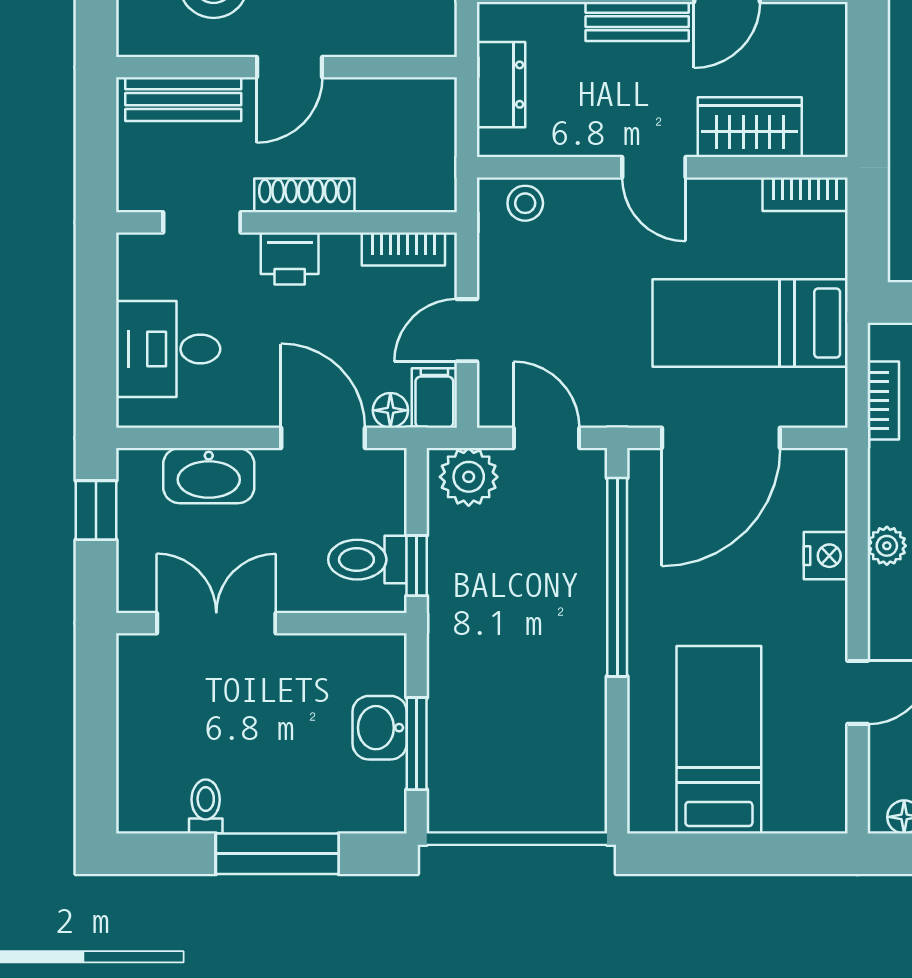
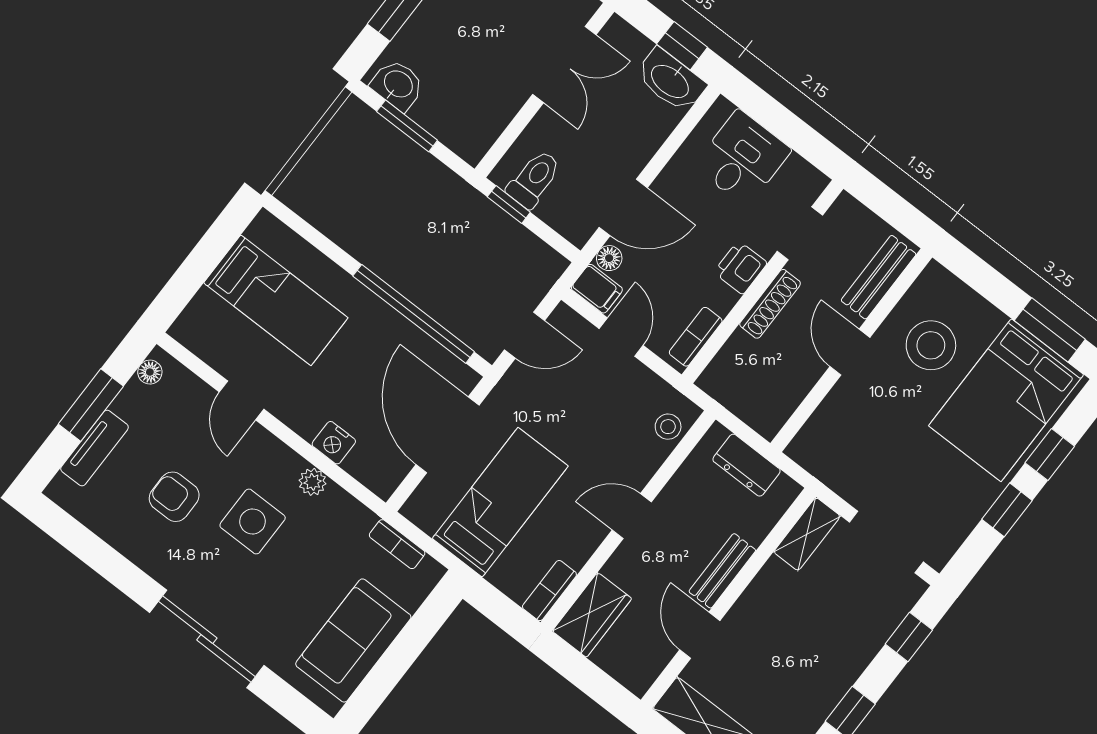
wardrobe: (750, 127) -> (592, 615), moved
washbasin: (209, 476) -> (671, 81), moved, turned -90
plant: (469, 477) -> (537, 273), removed
washbasin: (380, 728) -> (398, 85), moved

